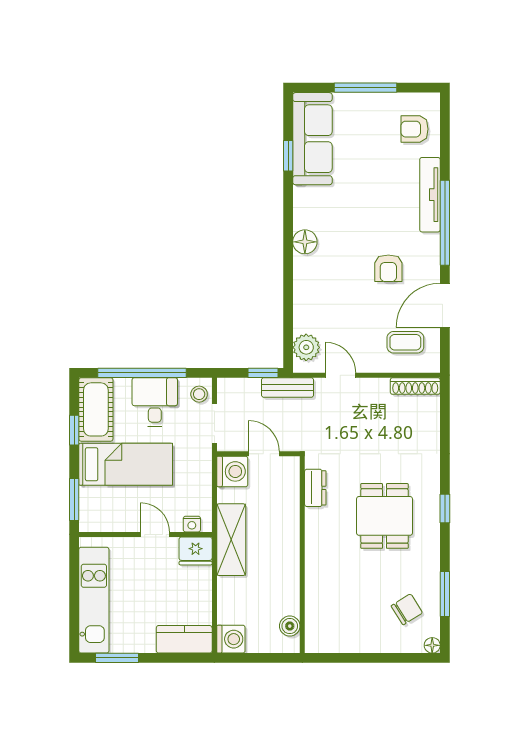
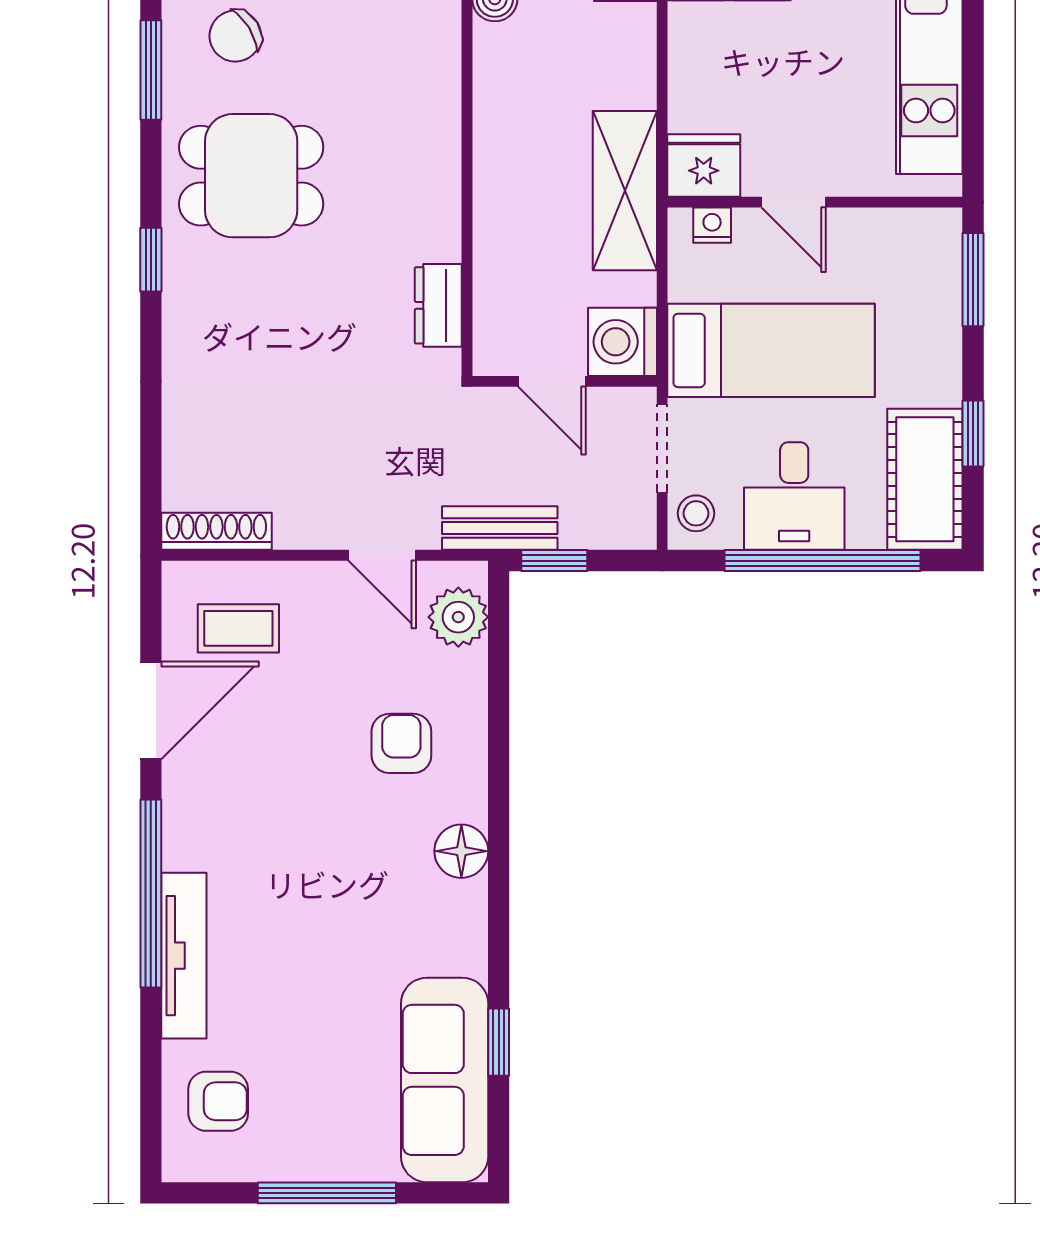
armchair: (388, 268) -> (401, 743), moved
bed: (126, 464) -> (771, 350), moved, turned 180
dining table: (384, 516) -> (251, 176), moved, turned 90

